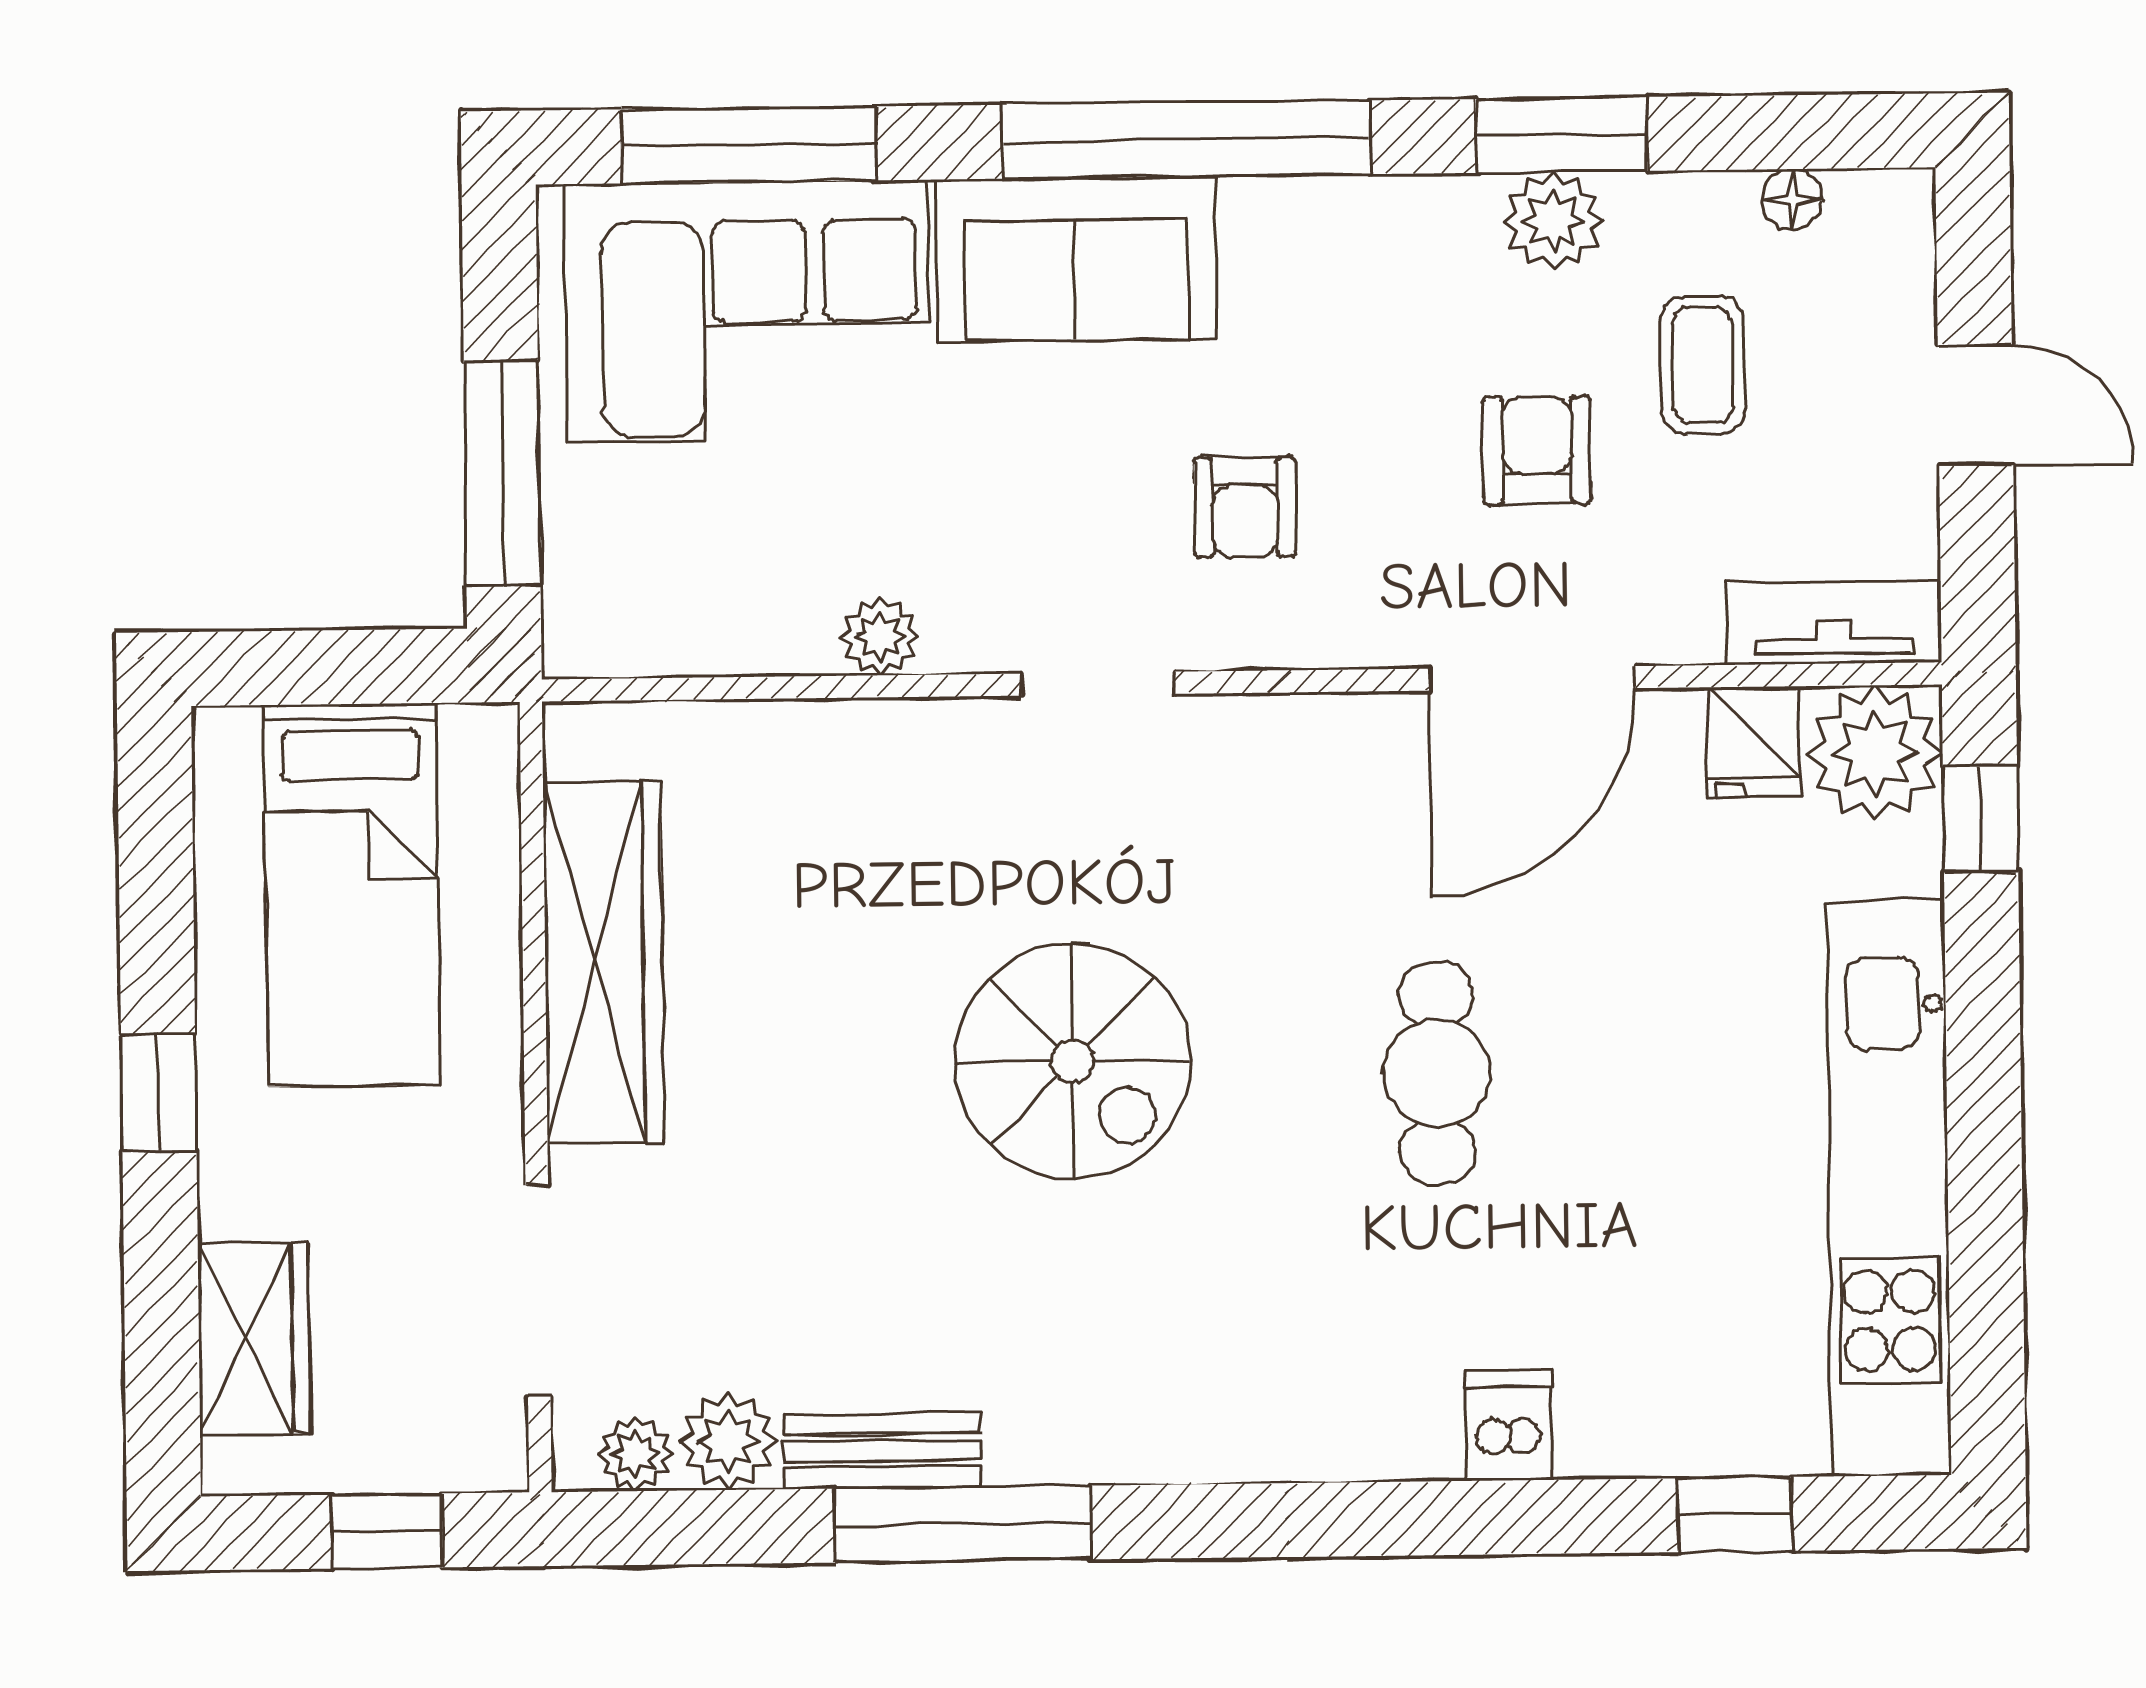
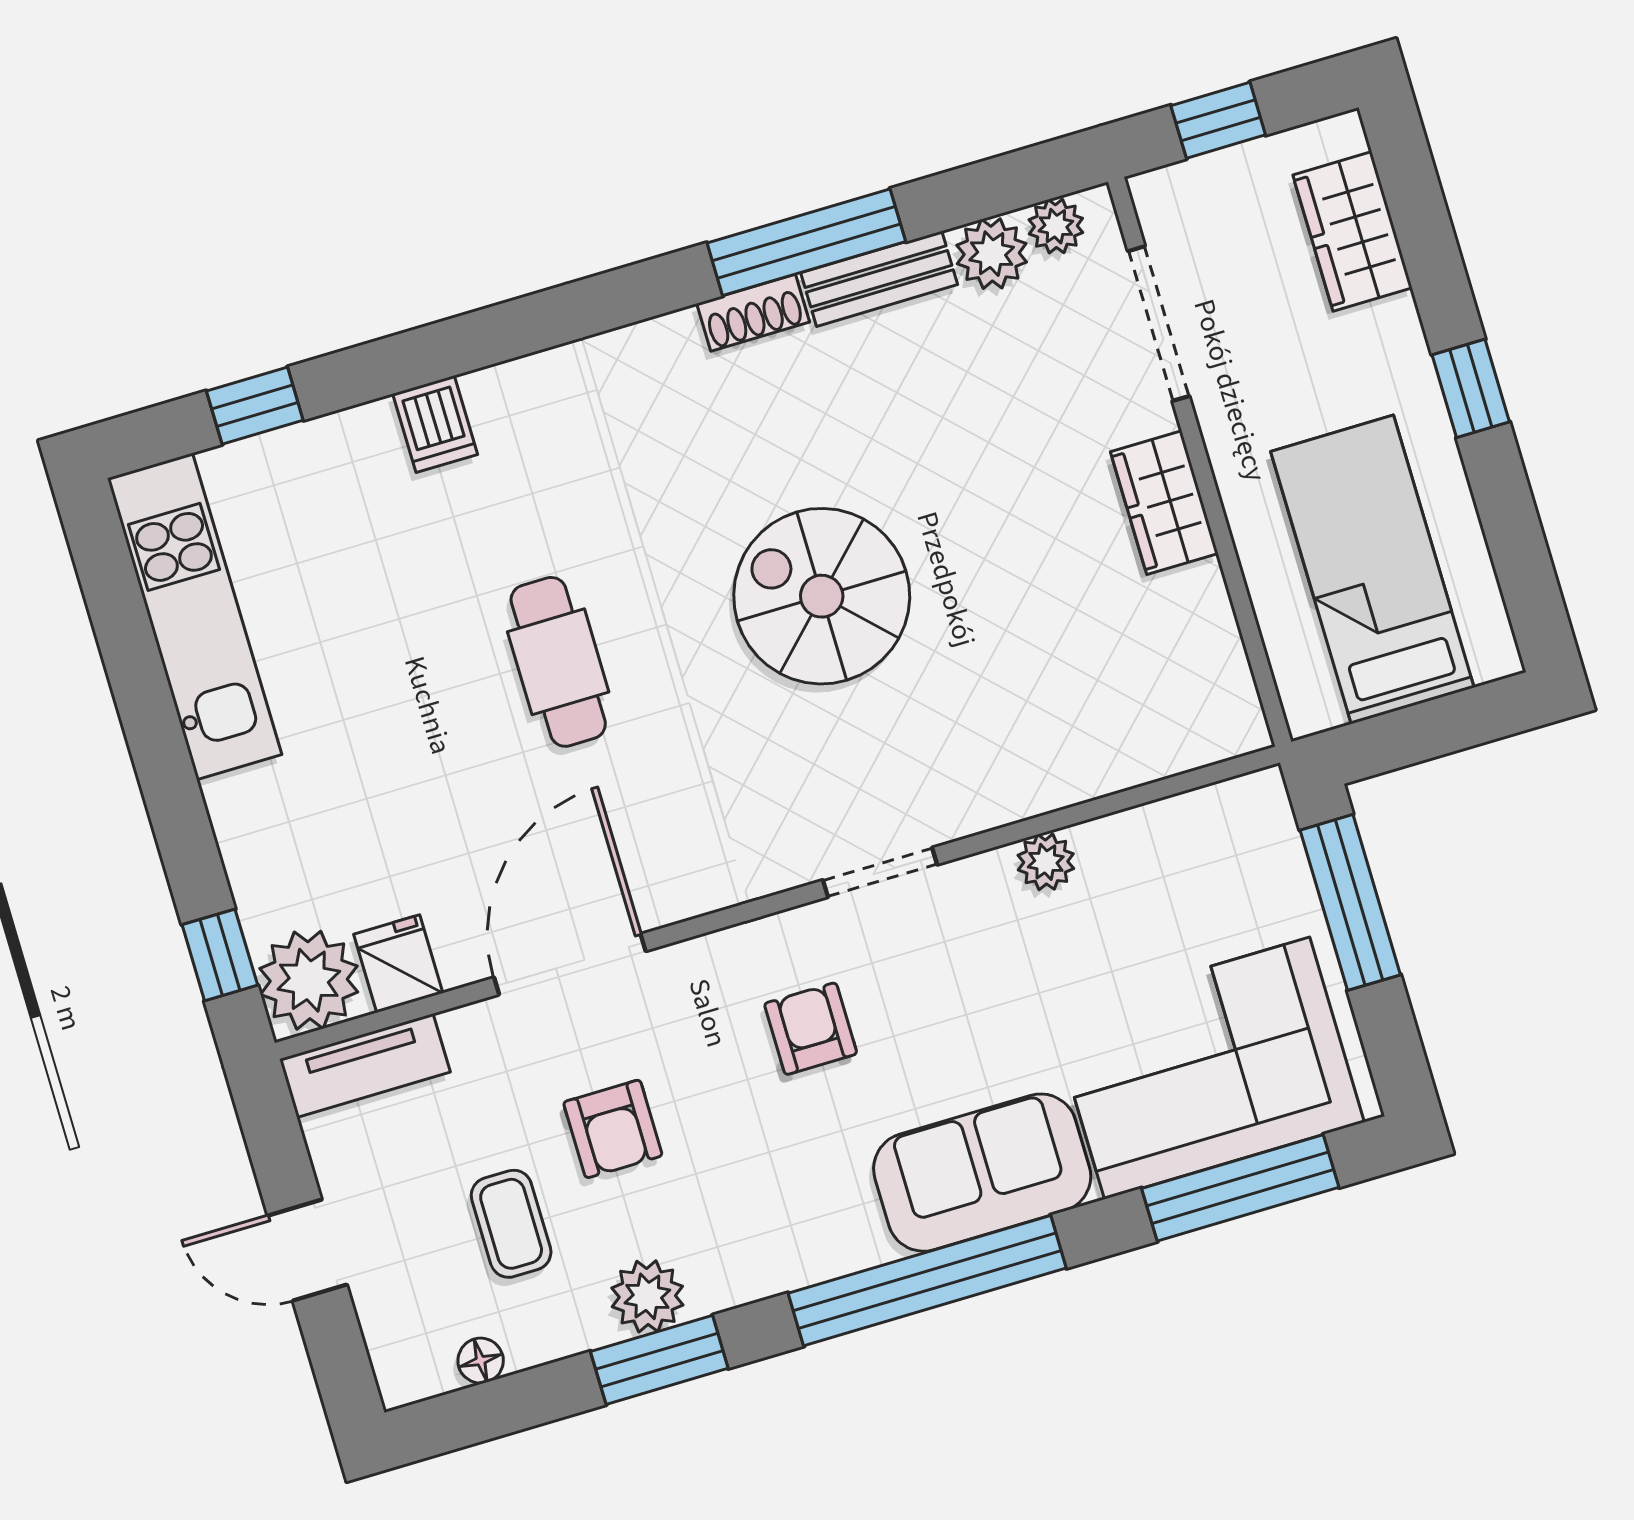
wardrobe: (604, 962) -> (1164, 503), width x0.48, depth x0.85
kitchen unit: (1889, 1188) -> (195, 616), width x0.73
shoe rack: (1058, 1452) -> (753, 313), added

